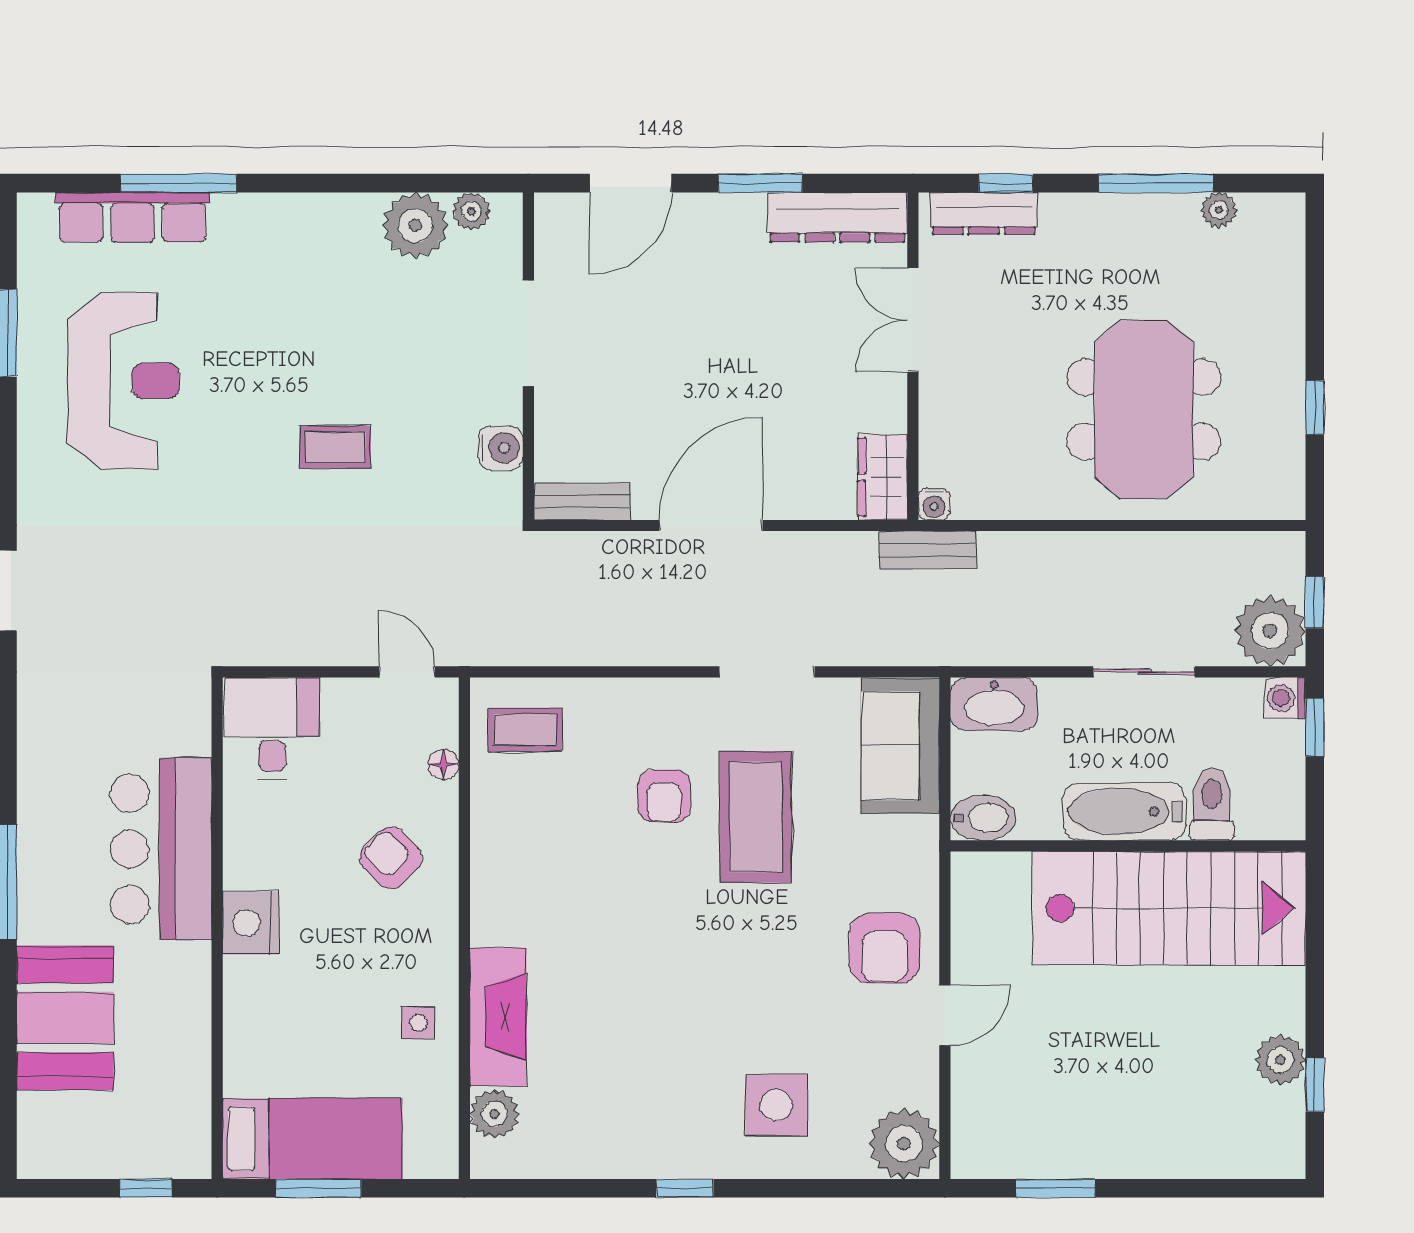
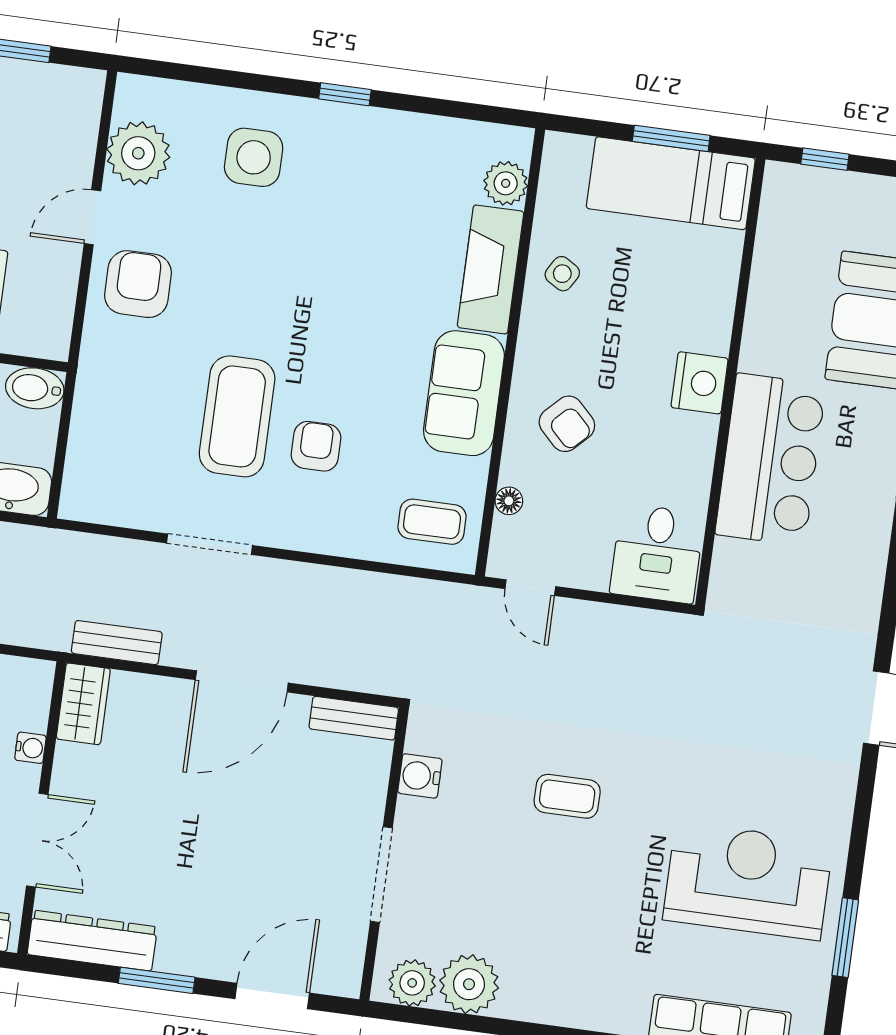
plant: (471, 211) -> (412, 983), width x1.38, depth x1.38
reception desk: (123, 381) -> (748, 881), turned 90
water cooler: (934, 504) -> (30, 748), moved, turned 90
bench: (928, 550) -> (117, 643), moved
sofa: (900, 746) -> (464, 393), moved, turned 180
side table: (418, 1023) -> (562, 274), turned 31
plant: (904, 1144) -> (138, 153), moved

